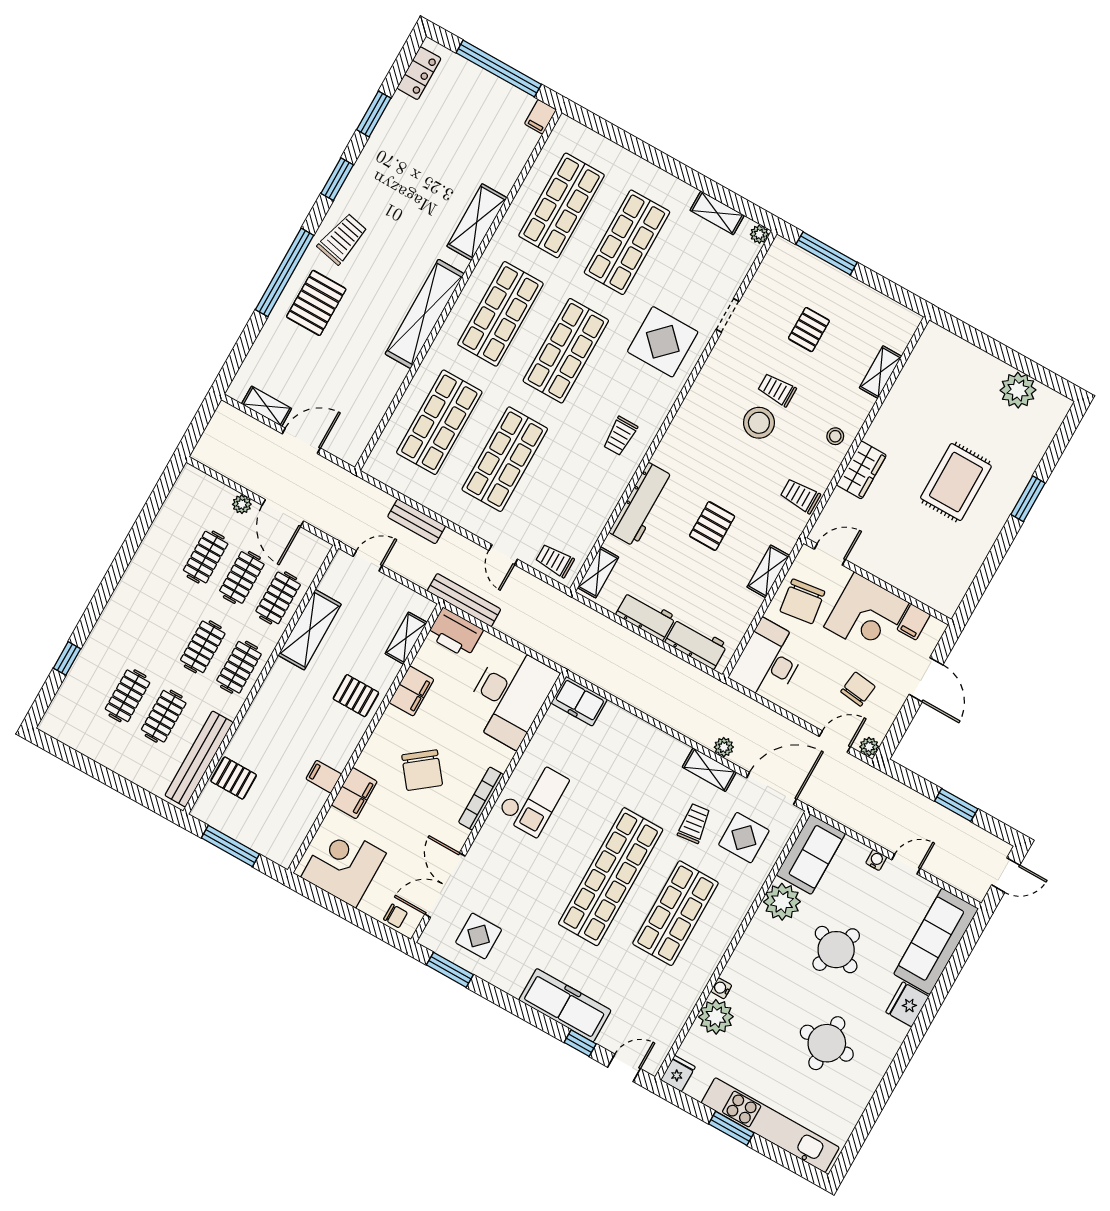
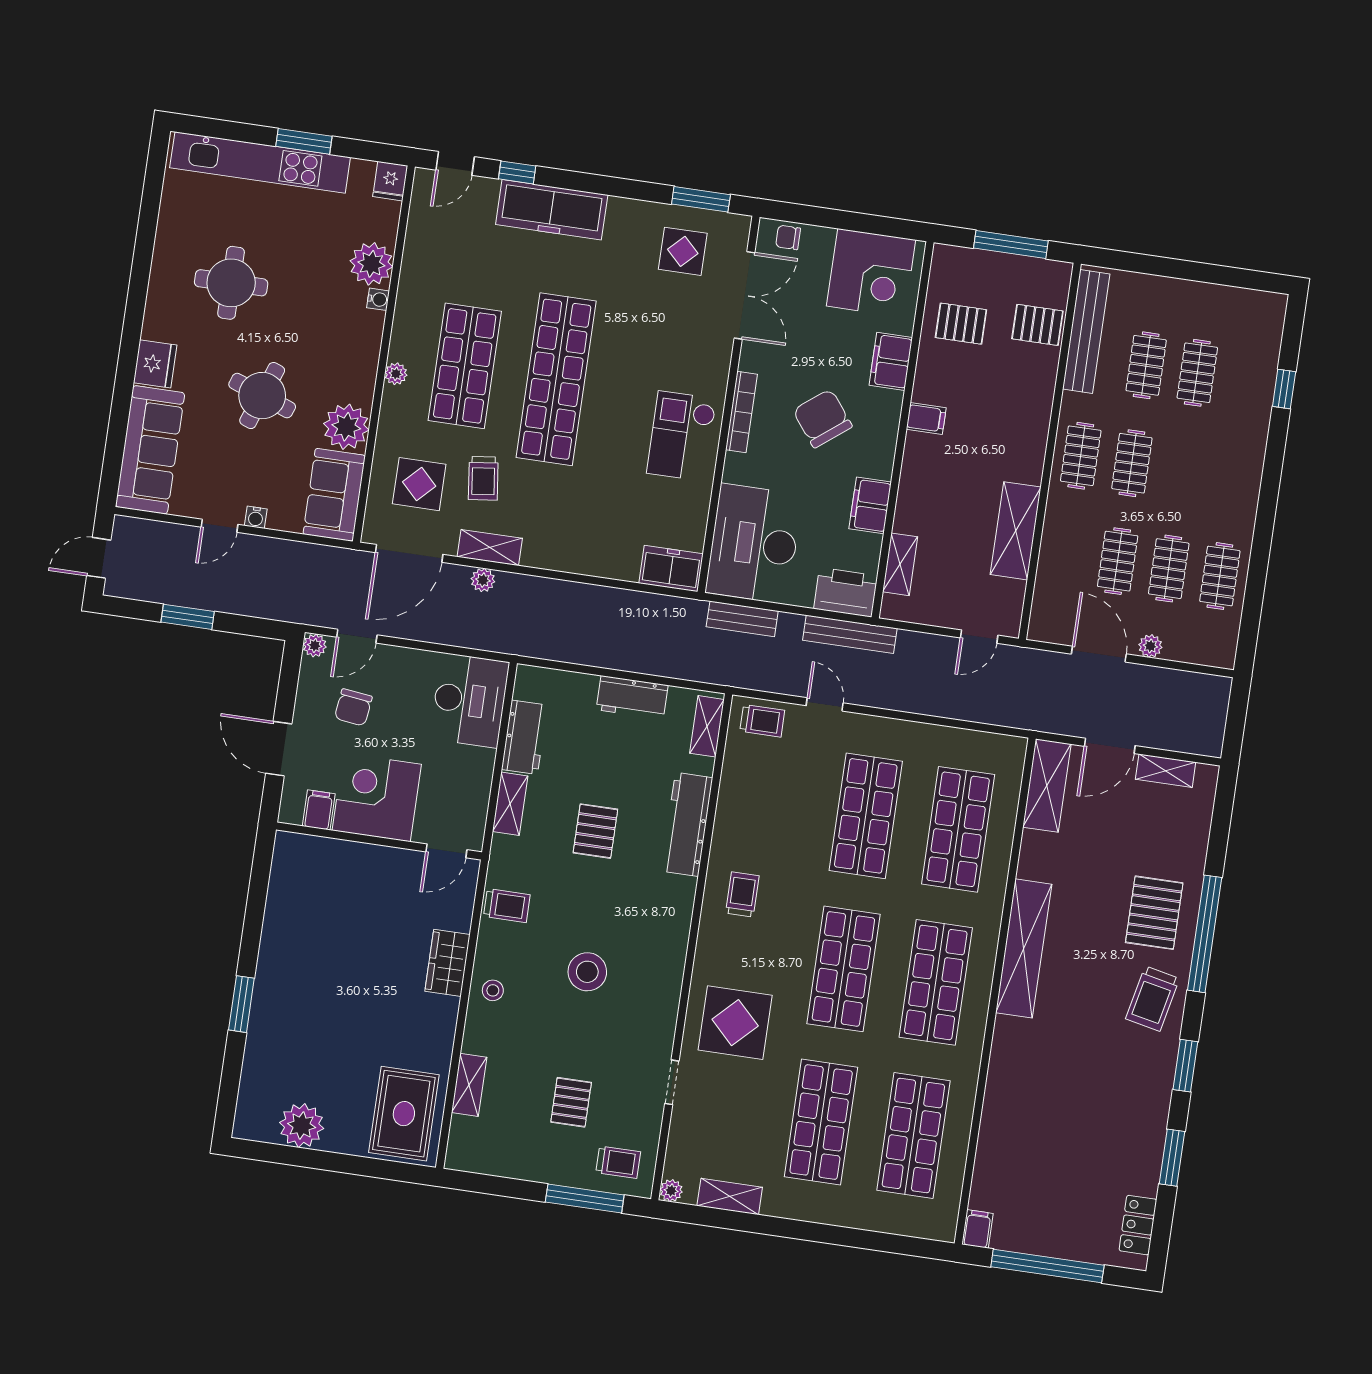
shelving: (477, 222) -> (1047, 786), moved
trolley: (777, 390) -> (618, 1162), moved
rug: (956, 482) -> (404, 1114), moved
bench: (417, 521) -> (742, 619), moved
clothes rail: (278, 598) -> (1220, 576), moved
chair: (802, 601) -> (457, 784), removed
workbench: (696, 643) -> (524, 737), moved, turned -90
pallet: (356, 696) -> (961, 324), moved
filing cabinet: (324, 777) -> (926, 418), moved
plant: (729, 927) -> (396, 374), added

